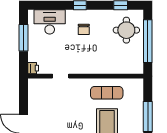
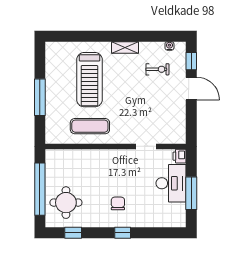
desk: (50, 22) -> (171, 183), moved, turned -90

